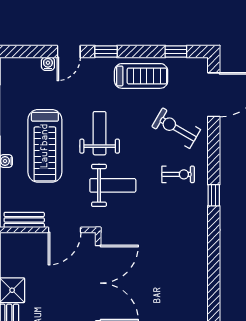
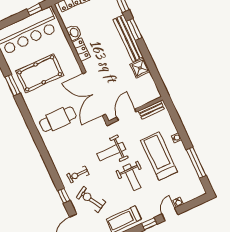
exercise bike: (176, 128) -> (91, 200), turned -150
window: (214, 195) -> (64, 196), moved
cafe table: (170, 271) -> (58, 119), added

